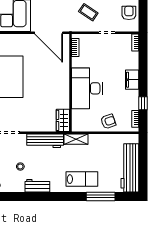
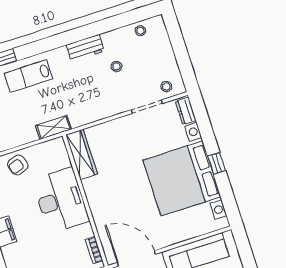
wardrobe: (63, 120) -> (82, 154), width x1.50
workbench: (45, 141) -> (94, 112), removed

